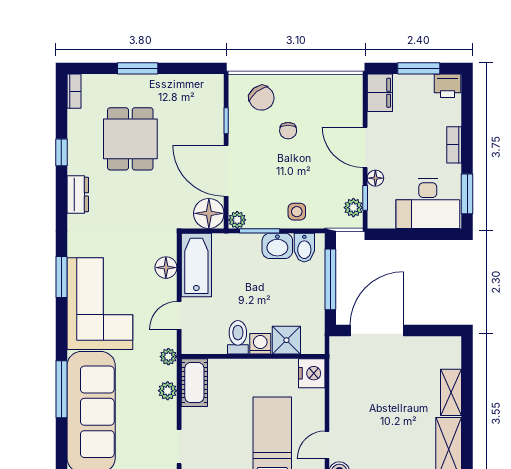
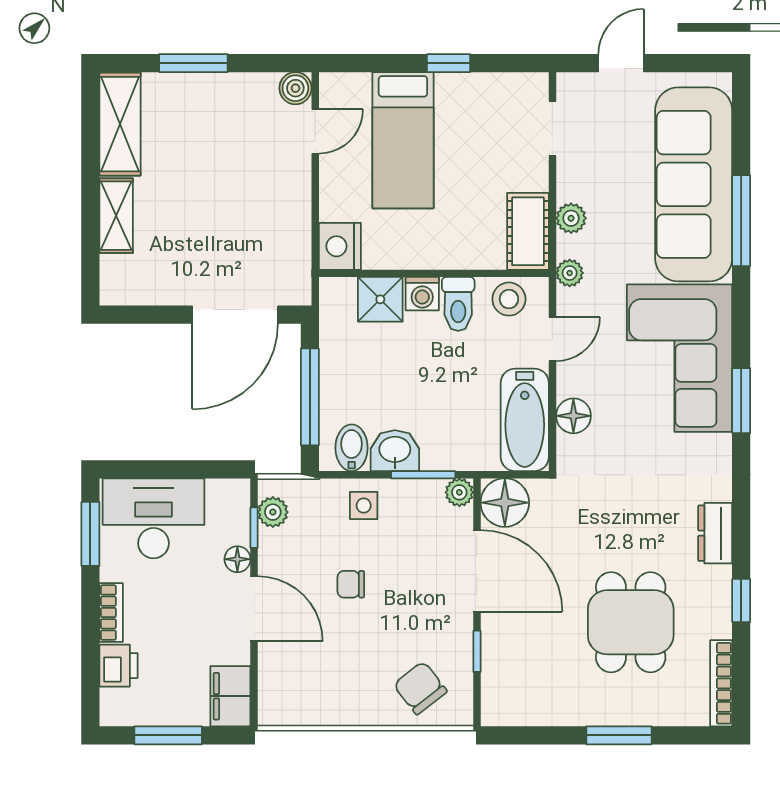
printer: (447, 86) -> (118, 666), moved, turned 90
bookcase: (74, 91) -> (721, 683), width x1.56
chair: (288, 131) -> (351, 584), moved, turned -90
stool: (206, 340) -> (509, 299), added

